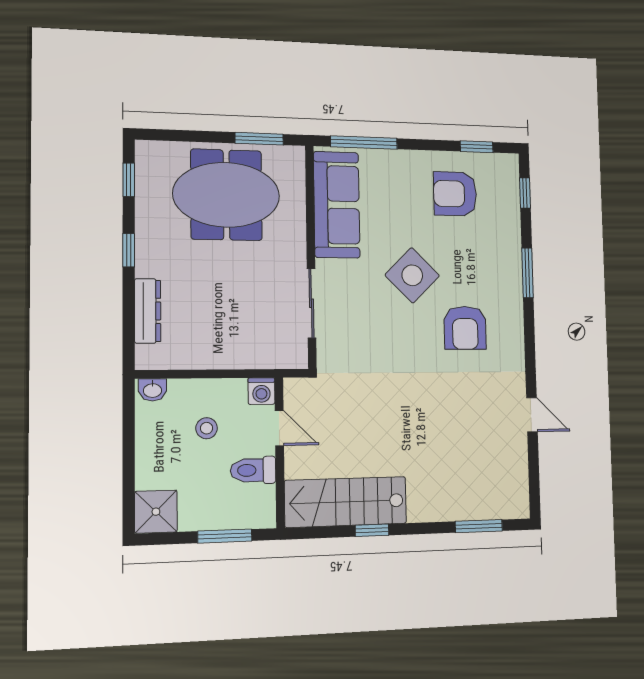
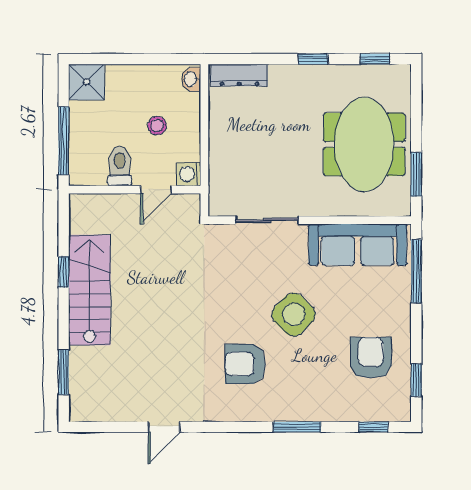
dresser: (148, 311) -> (239, 75), moved
stairs: (346, 502) -> (89, 290), moved
window: (225, 536) -> (64, 141), width x1.44

